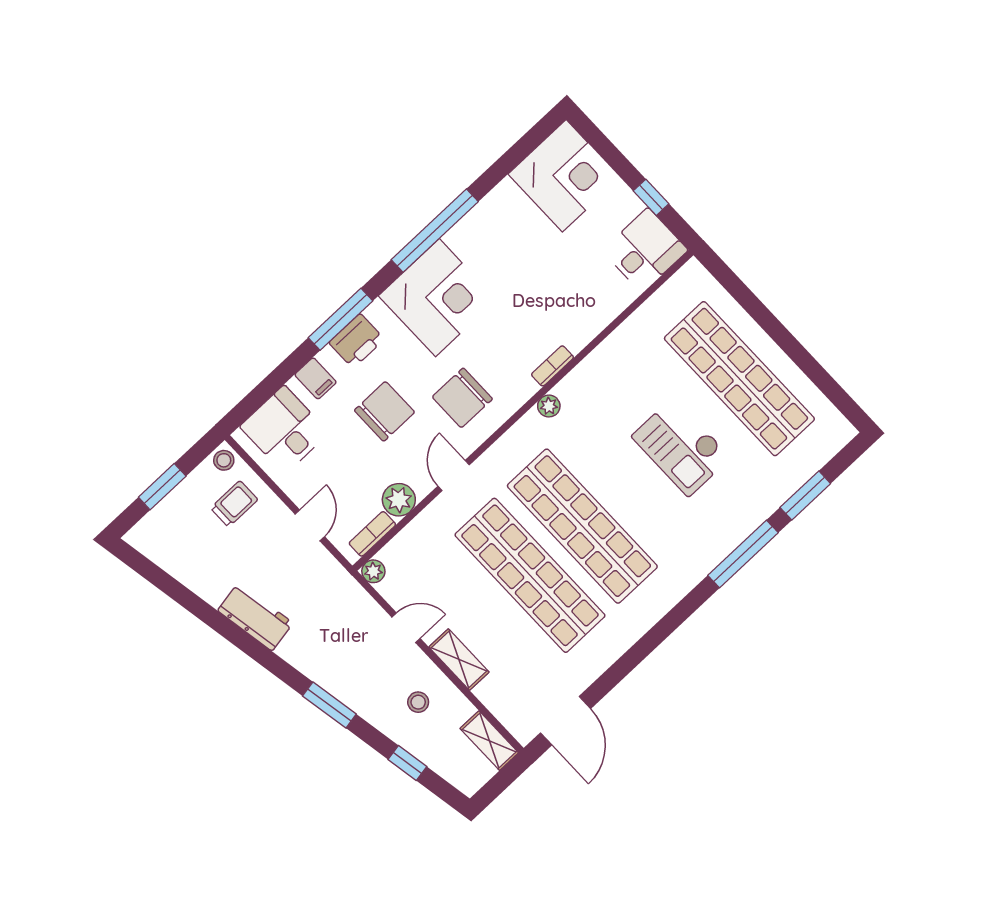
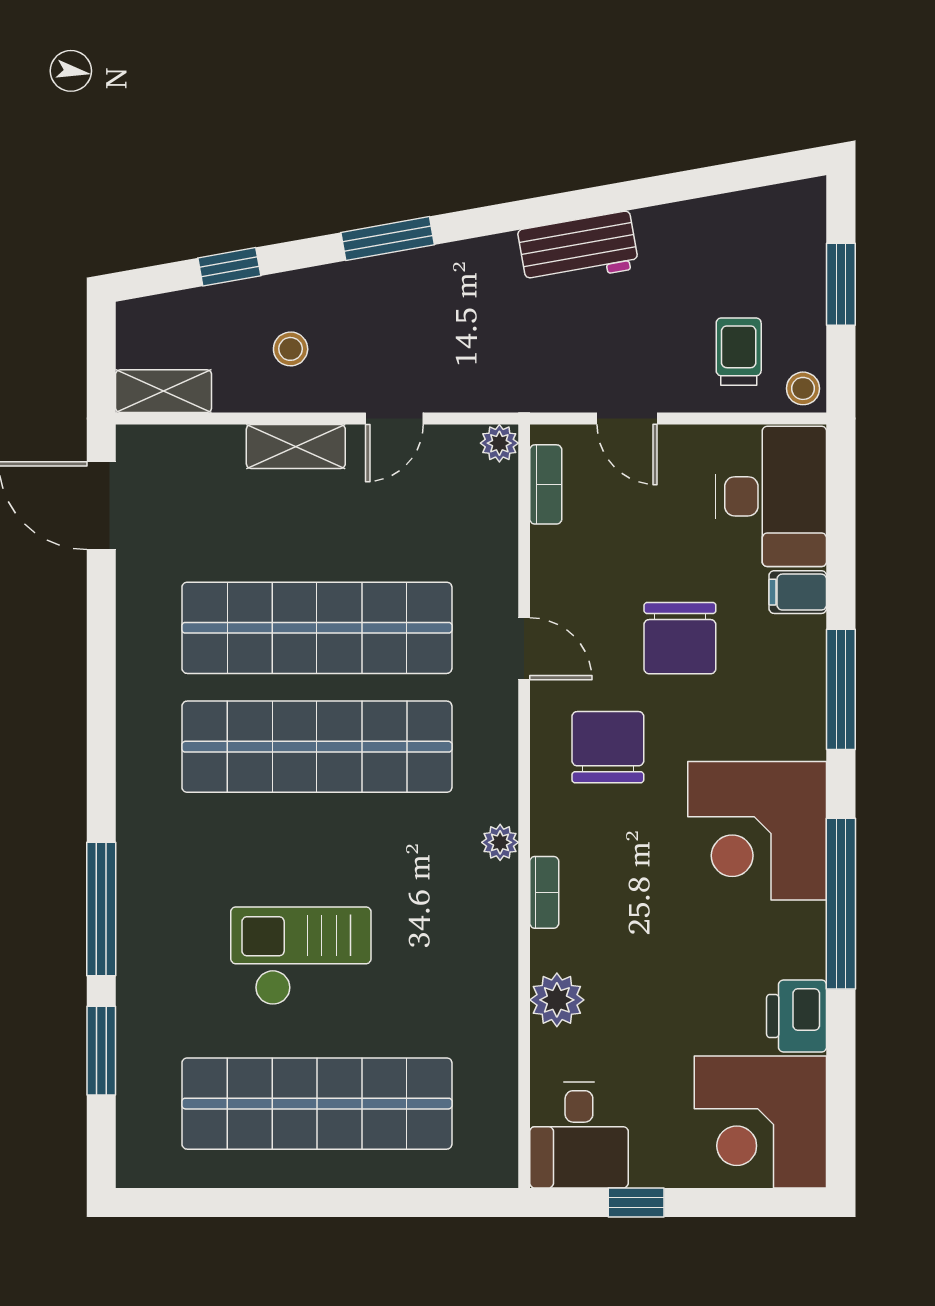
printer: (357, 341) -> (797, 1016), moved
desk: (284, 430) -> (771, 496), width x1.37
plant: (399, 500) -> (557, 1000), moved
trolley: (234, 504) -> (739, 352), turned 180

